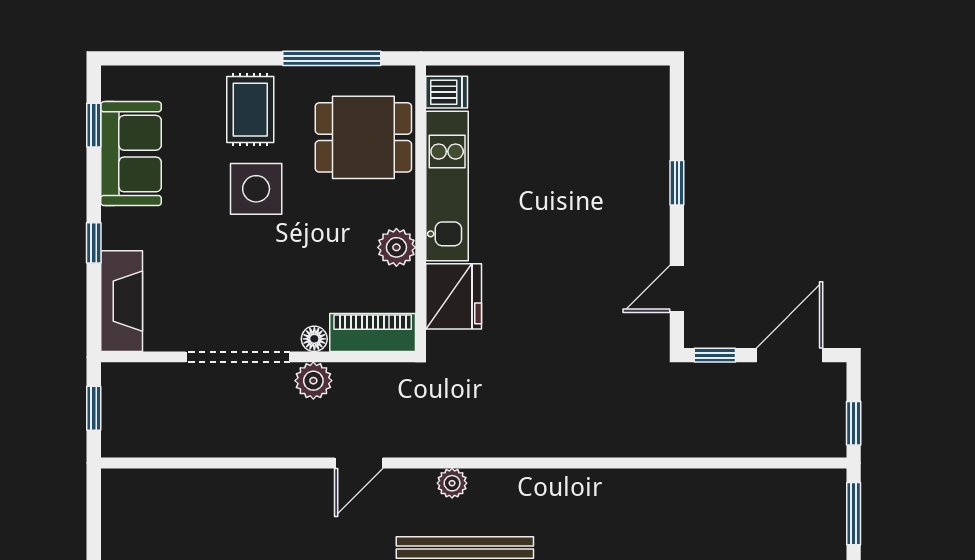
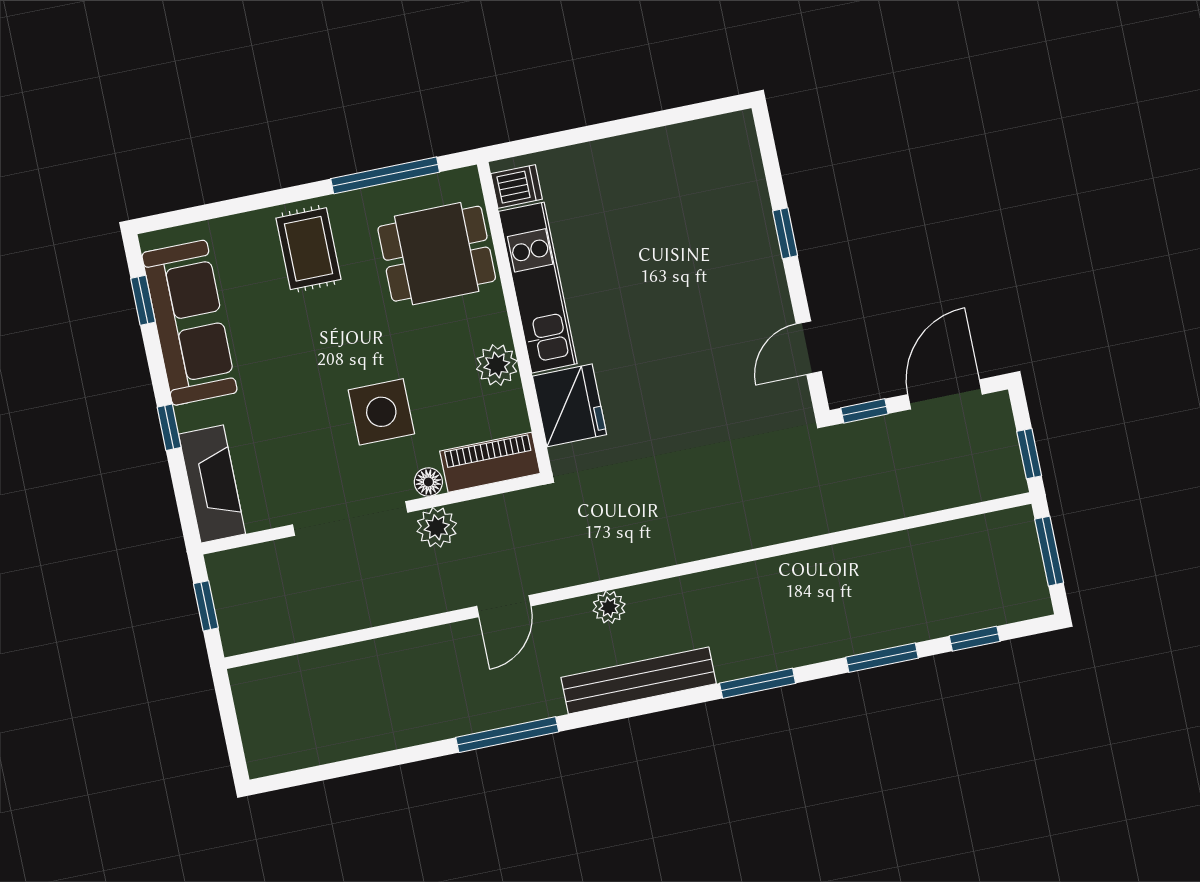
sofa: (131, 154) -> (189, 323), width x1.36
side table: (256, 189) -> (381, 412), moved

